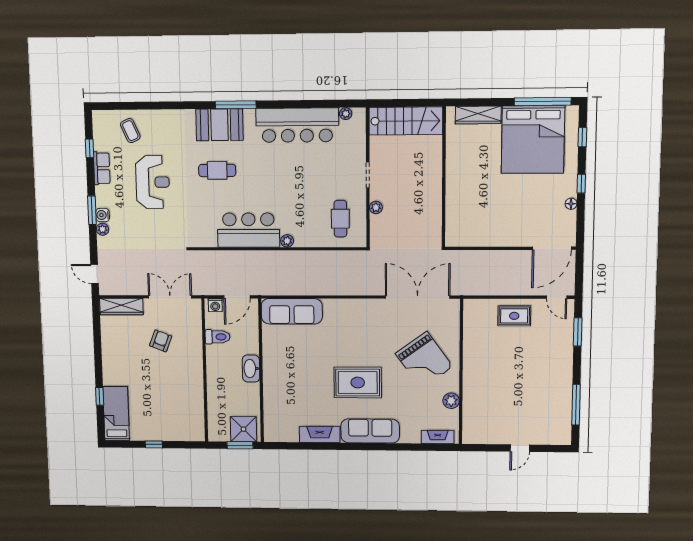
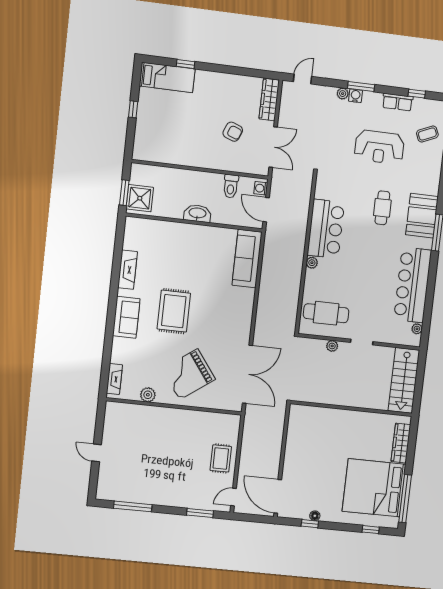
window: (581, 184) -> (310, 524), moved
cafe table: (340, 219) -> (326, 313), width x1.37, depth x1.35
sofa: (370, 431) -> (126, 317), width x0.73

